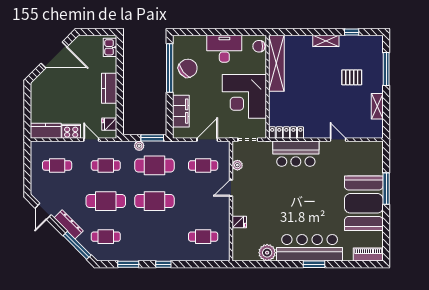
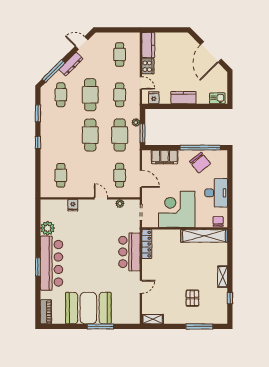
shelving: (377, 106) -> (153, 319), moved
door: (91, 140) -> (141, 83), hinge flipped

